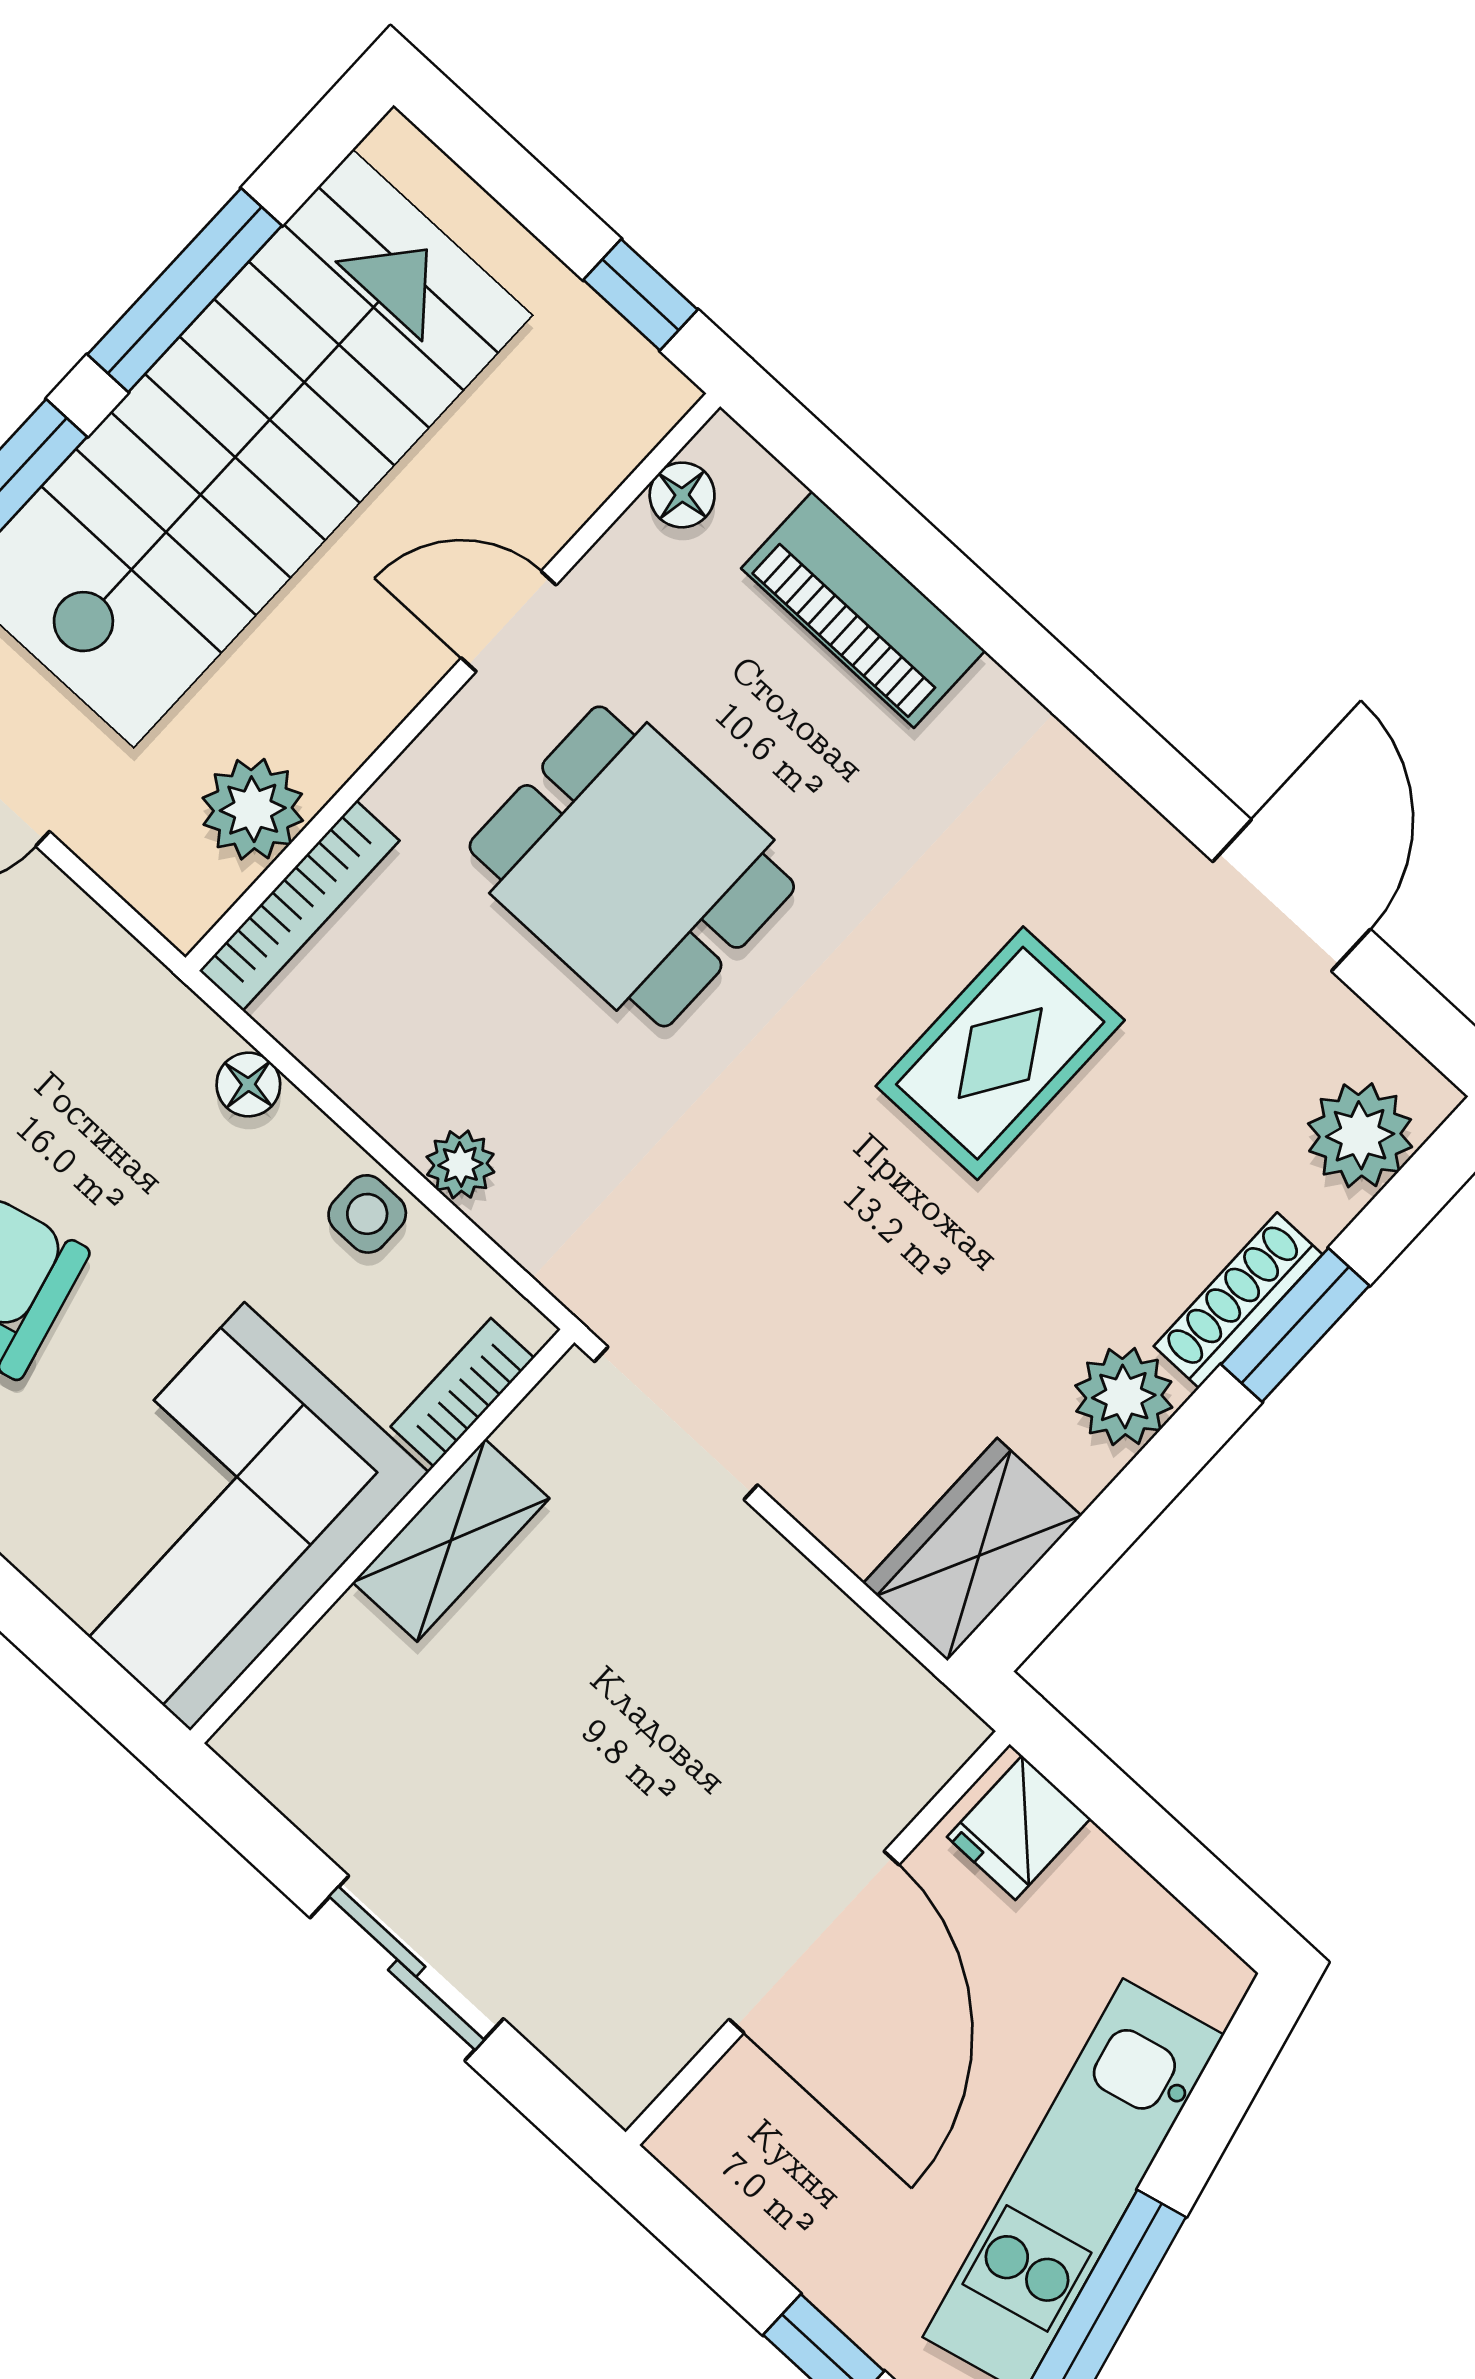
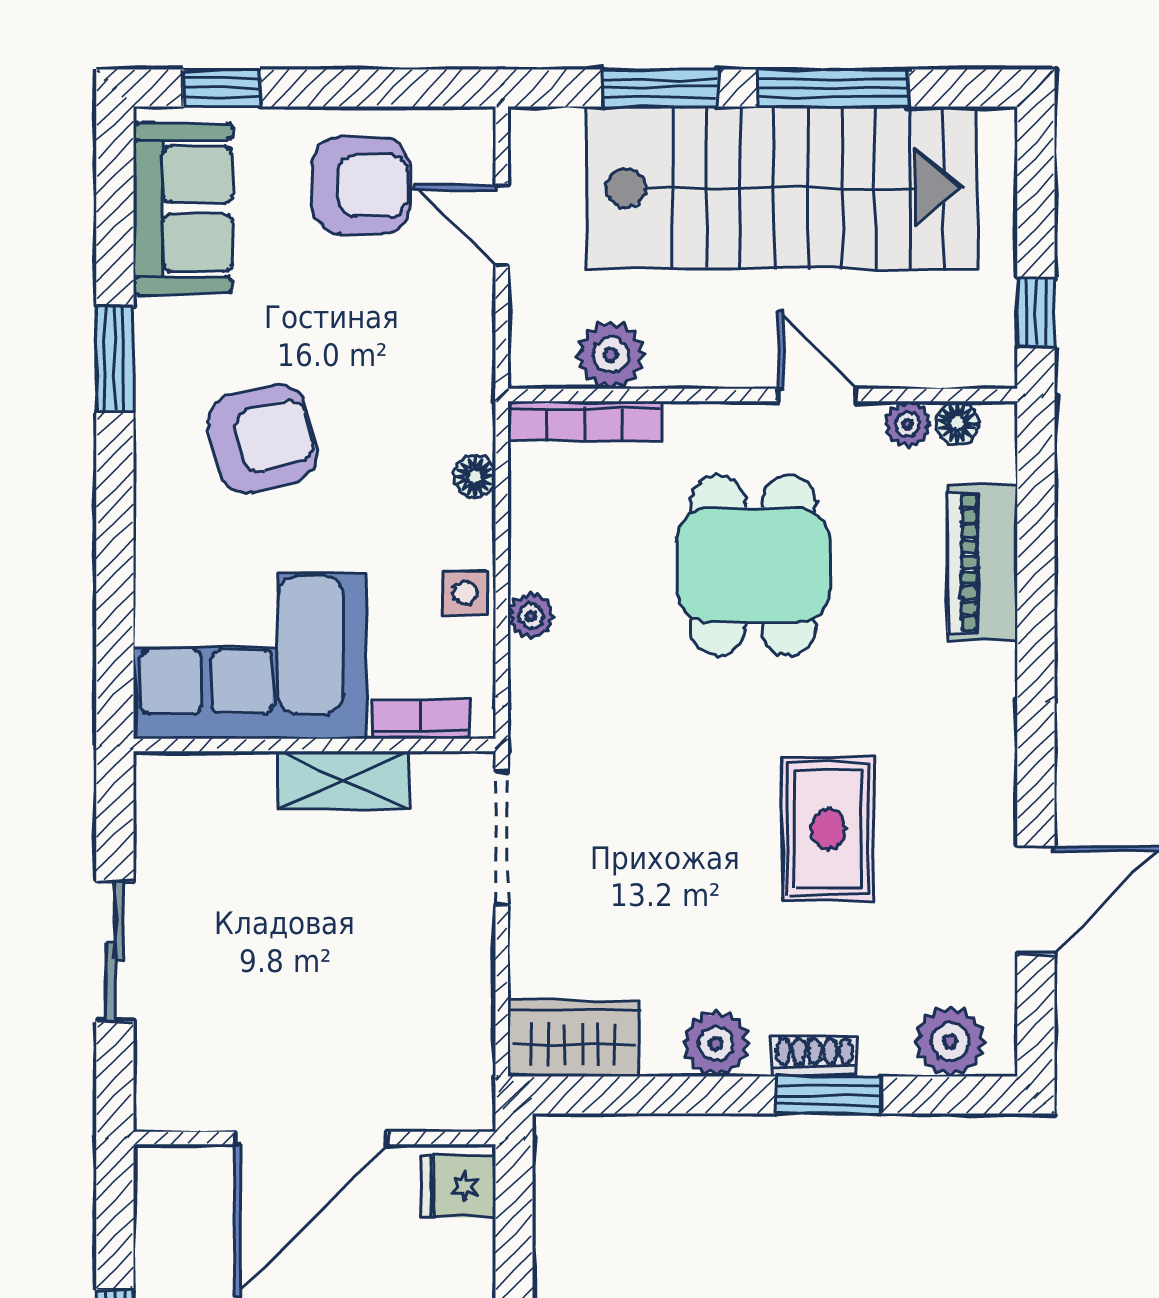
plant: (633, 551) -> (908, 424), added
rug: (1000, 1053) -> (828, 829), turned 90
shoe rack: (1238, 1300) -> (815, 1056), width x0.70

